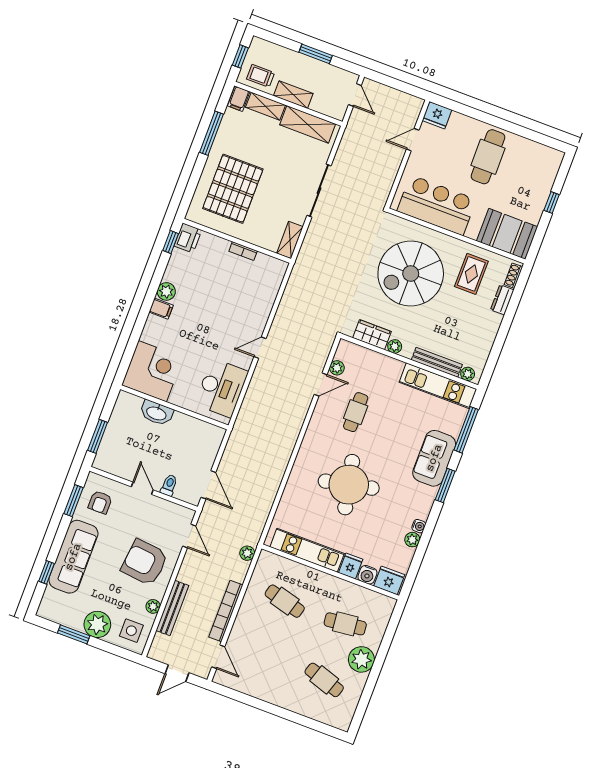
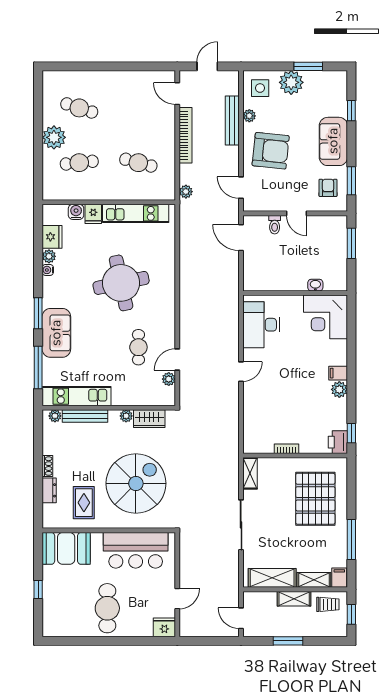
shoe rack: (513, 276) -> (47, 466), moved
washbasin: (156, 413) -> (315, 285), width x0.52, depth x0.69
sofa: (73, 557) -> (333, 141), width x0.73
fridge: (389, 580) -> (52, 237), moved, turned -90

